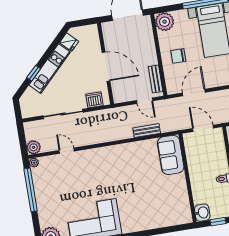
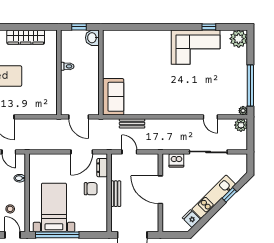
plant: (165, 22) -> (98, 223), removed
bench: (156, 79) -> (116, 194), moved
dresser: (170, 80) -> (102, 168), added

